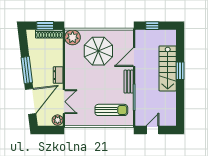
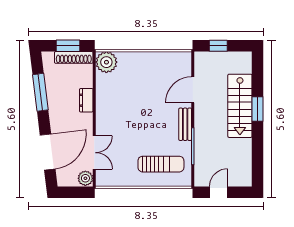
parasol: (98, 51) -> (143, 81), removed
window: (27, 70) -> (40, 92), moved
dresser: (58, 75) -> (86, 100), moved

